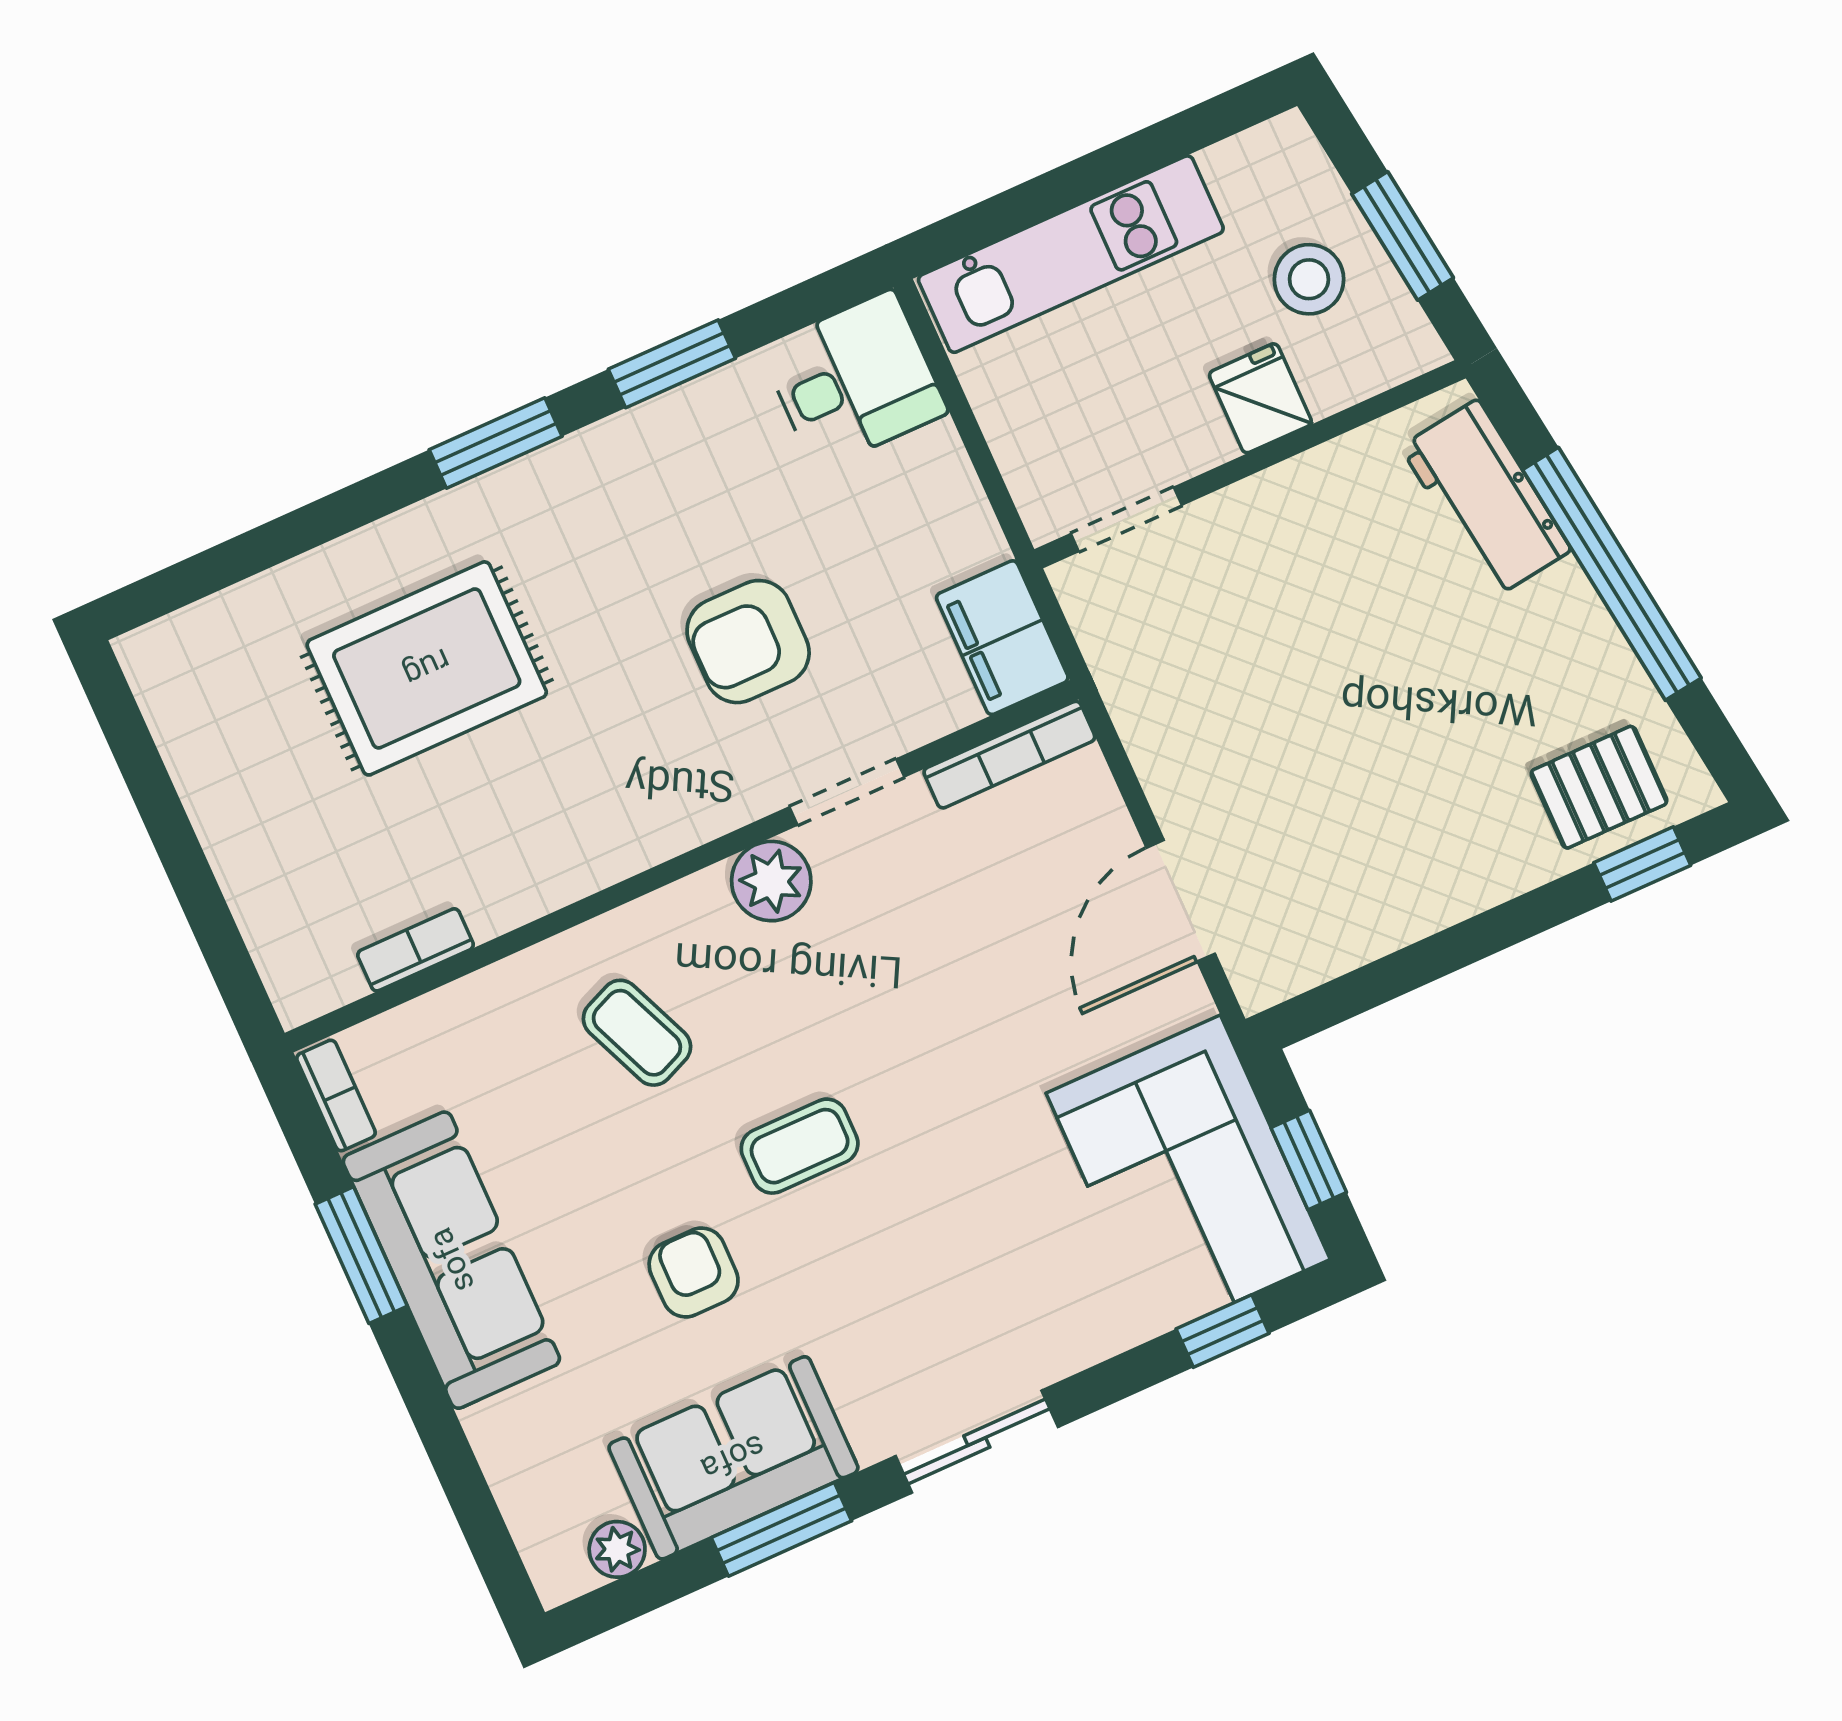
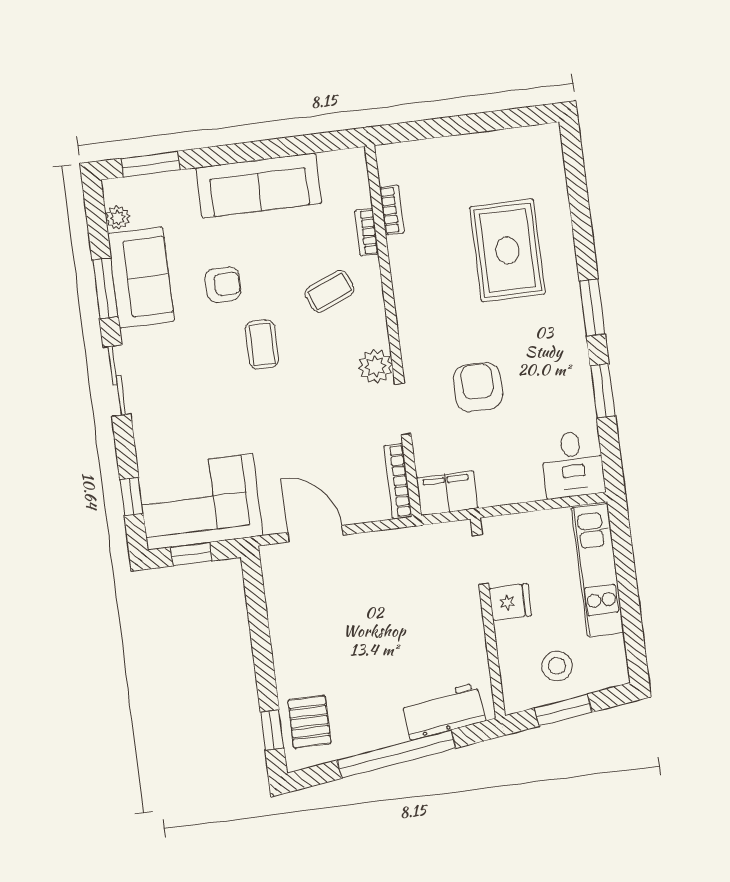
fridge: (1260, 398) -> (510, 602), moved
bookcase: (336, 1095) -> (367, 232), moved, turned 90
window: (361, 1255) -> (150, 164), moved

